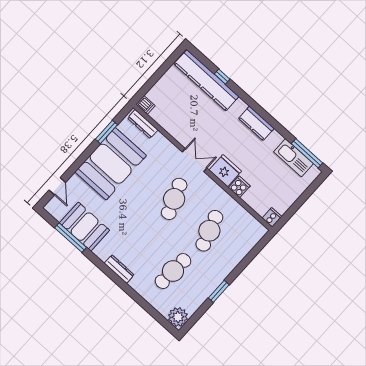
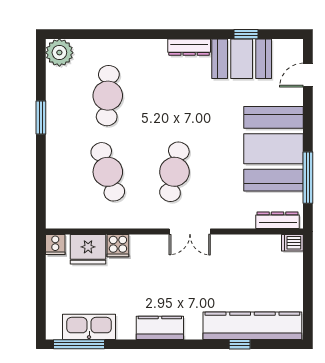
window: (106, 132) -> (308, 178), width x1.44
fridge: (225, 171) -> (88, 249), moved
door: (57, 186) -> (308, 75), hinge flipped
cafe table: (174, 199) -> (174, 172), turned 33
window: (70, 238) -> (246, 34), width x0.46
dresser: (119, 269) -> (189, 47), moved

